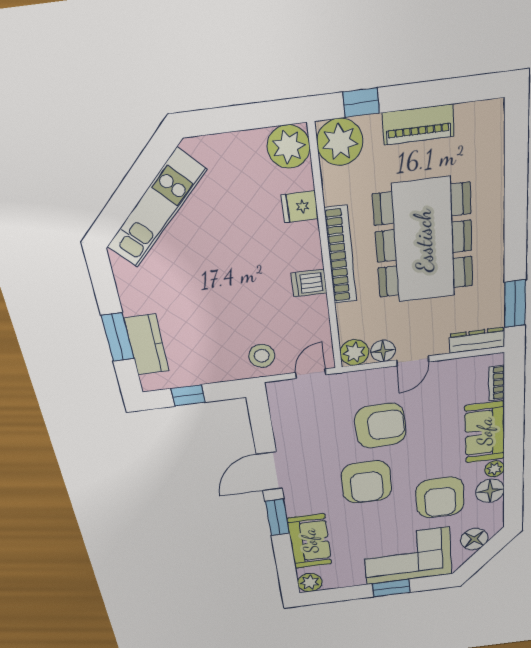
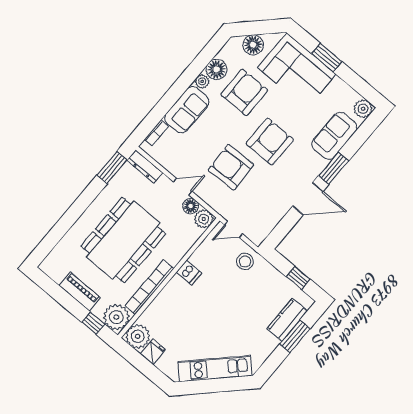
fridge: (300, 207) -> (153, 352), moved, turned -90
bookcase: (341, 255) -> (149, 287), moved

